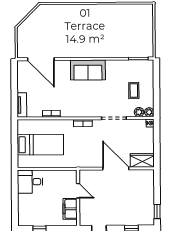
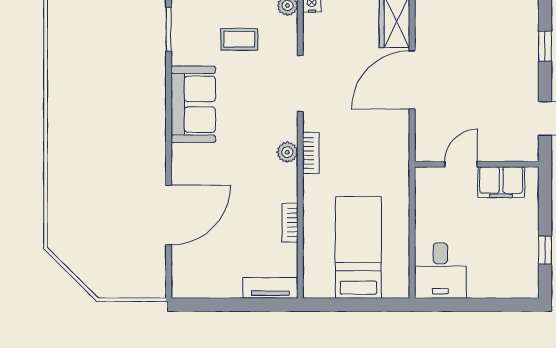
door: (41, 59) -> (169, 215), moved
sofa: (88, 70) -> (193, 104), moved
plant: (139, 112) -> (287, 152), moved

